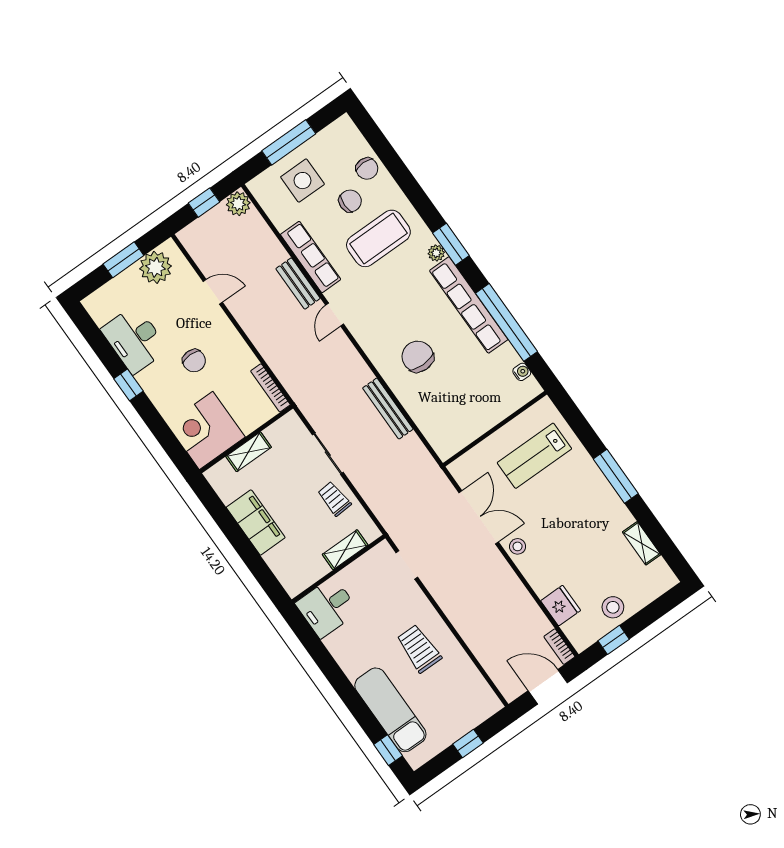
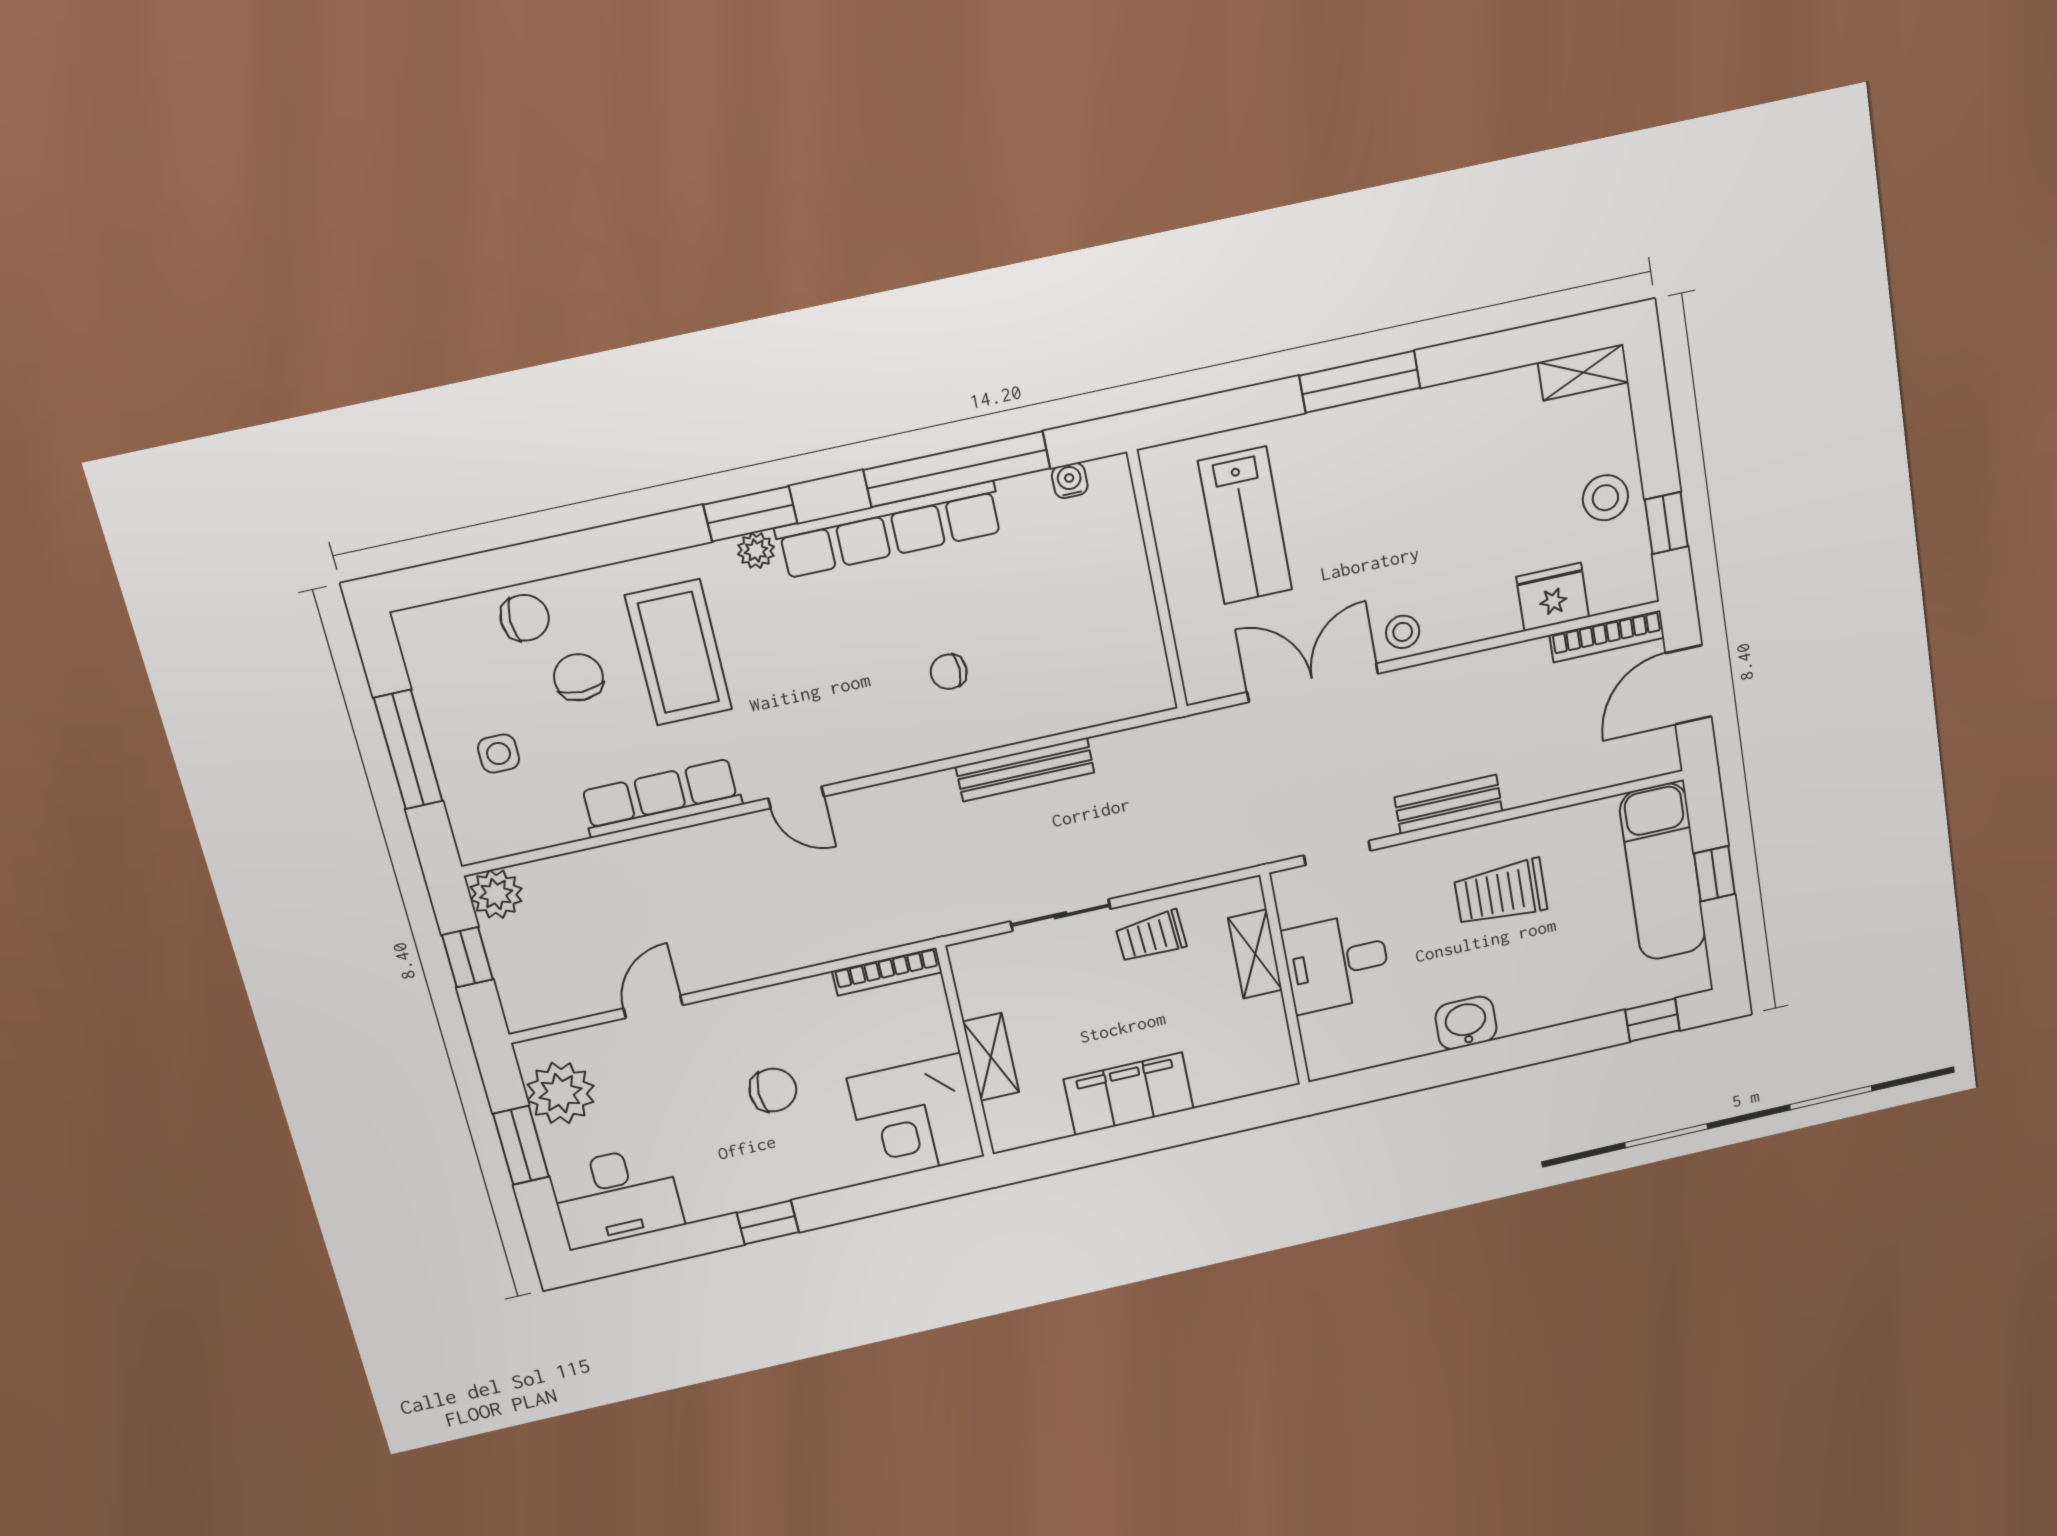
side table: (302, 181) -> (499, 754), width x0.54, depth x0.54
bench: (298, 284) -> (1448, 804), moved
desk: (134, 339) -> (616, 1197), moved
chair: (418, 357) -> (949, 672), width x0.54, depth x0.54
shelving: (642, 543) -> (1583, 372), moved
desk: (327, 607) -> (1337, 963), moved, turned 90
bookcase: (559, 647) -> (1607, 636), width x1.56
washbasin: (352, 663) -> (1466, 1023), added
exam couch: (390, 710) -> (1663, 872), moved, turned -90

